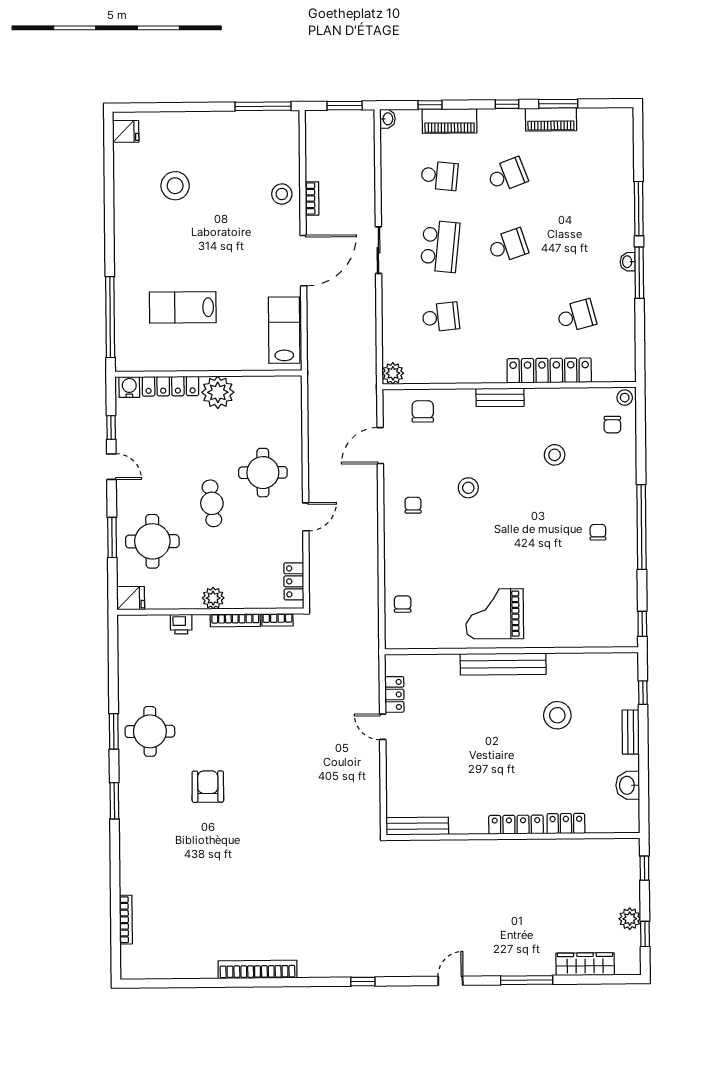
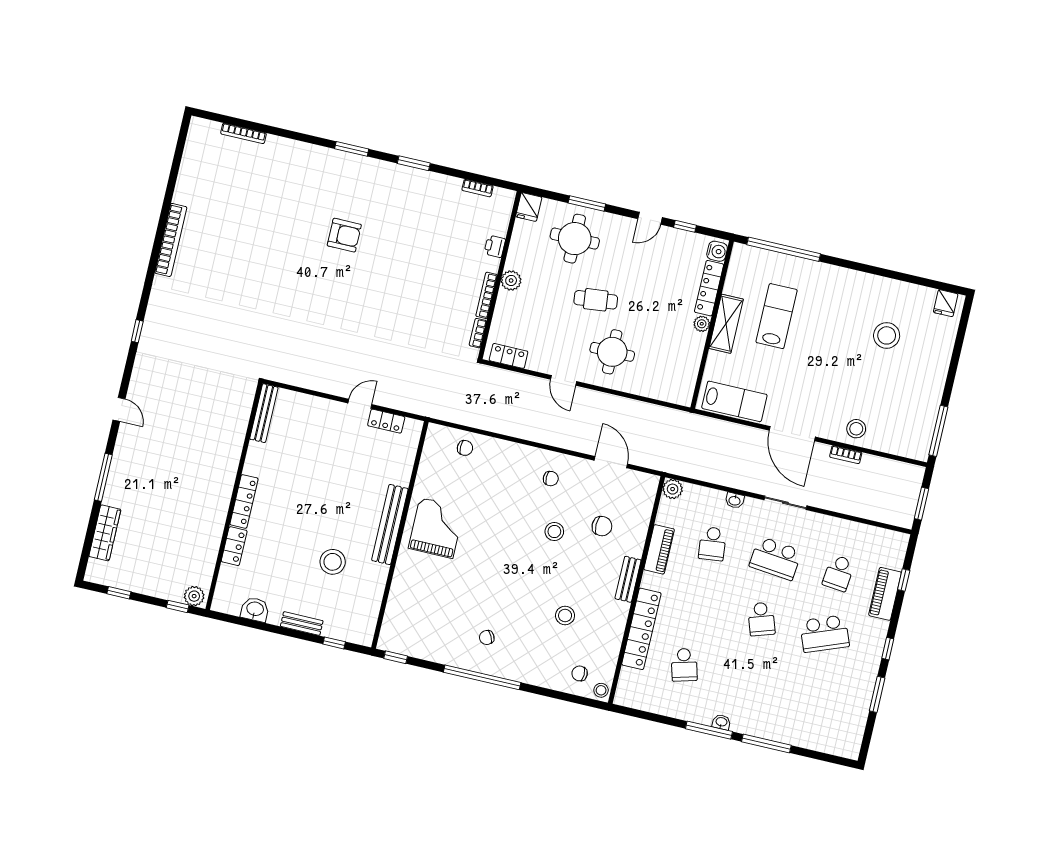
washbasin: (387, 119) -> (735, 500), moved
piano: (551, 119) -> (659, 549), moved, turned 180
school desk: (507, 175) -> (825, 634), width x1.85
shelving: (204, 359) -> (726, 324), added
plant: (218, 392) -> (702, 324), width x0.53, depth x0.53
chair: (423, 411) -> (602, 526), moved
chair: (598, 532) -> (487, 637), turned 153
bookcase: (124, 657) -> (478, 188), added
round table: (150, 731) -> (406, 195), removed
plant: (630, 919) -> (194, 596), moved

